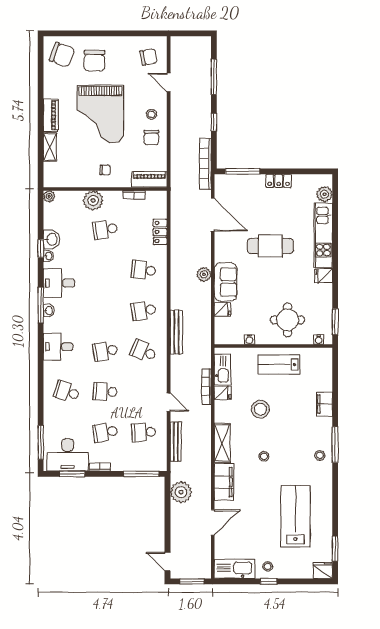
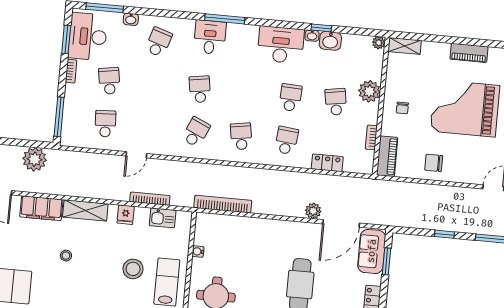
stool: (152, 114) -> (460, 166), removed
shelving: (50, 147) -> (405, 46), moved
bookcase: (205, 164) -> (223, 204), moved
window: (243, 171) -> (386, 261), width x0.69
plant: (204, 274) -> (313, 211), moved
sofa: (226, 282) -> (372, 251), moved, turned 90
desk: (59, 283) -> (281, 45), width x1.37
window: (41, 305) -> (225, 19), moved
fridge: (222, 309) -> (234, 224), removed
washbasin: (49, 311) -> (131, 19), moved
bench: (176, 332) -> (214, 171), removed
kitchen sink: (222, 369) -> (163, 218), width x0.73
school desk: (105, 392) -> (290, 98), moved
fridge: (223, 393) -> (126, 215), moved
stool: (260, 409) -> (133, 269), moved
bench: (176, 442) -> (92, 159), removed

